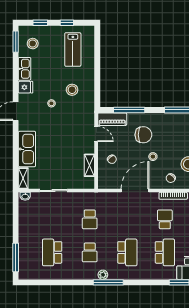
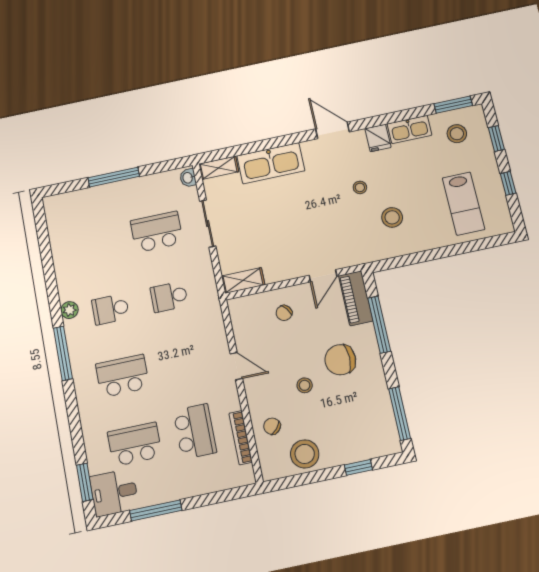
lab bench: (73, 49) -> (463, 204), turned -90
chair: (143, 135) -> (340, 360), turned 90
shelving: (89, 165) -> (243, 281), moved
door: (135, 191) -> (236, 366), width x0.53
school desk: (165, 219) -> (195, 431), width x1.85
school desk: (52, 252) -> (157, 232), moved
school desk: (127, 252) -> (122, 376), turned 180
school desk: (165, 252) -> (135, 444), turned 180
window: (16, 258) -> (114, 177), moved
plant: (103, 275) -> (69, 310), moved

